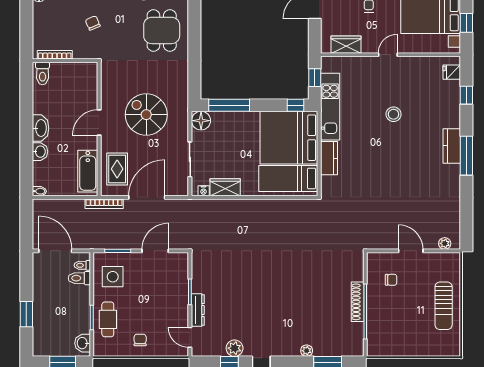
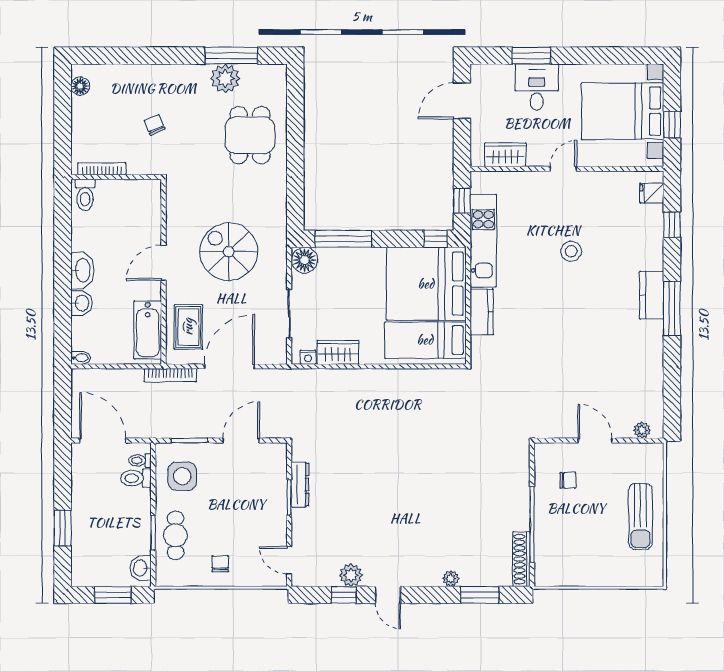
shoe rack: (358, 302) -> (521, 559), moved
dresser: (198, 310) -> (300, 485), moved

